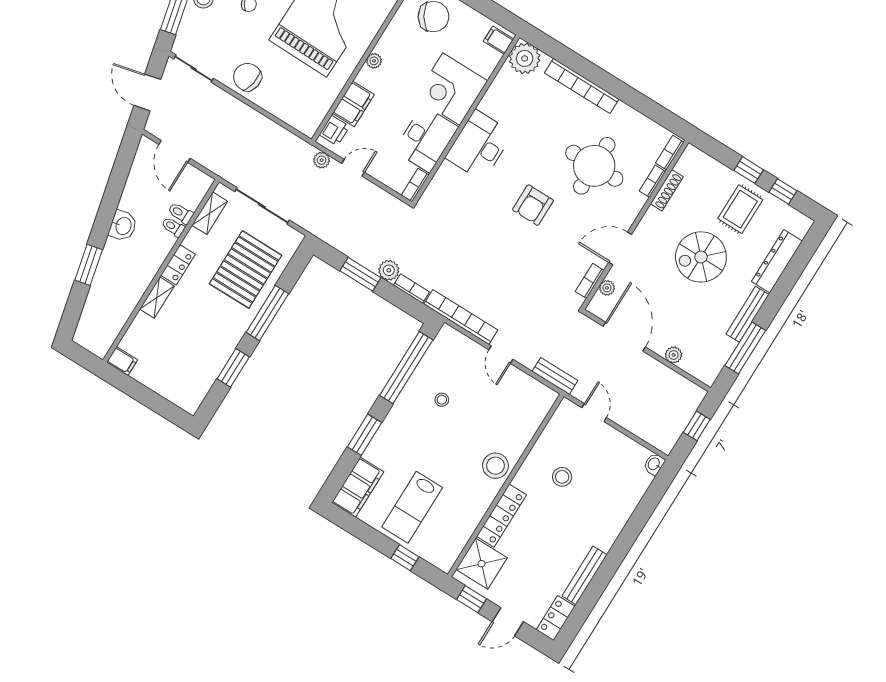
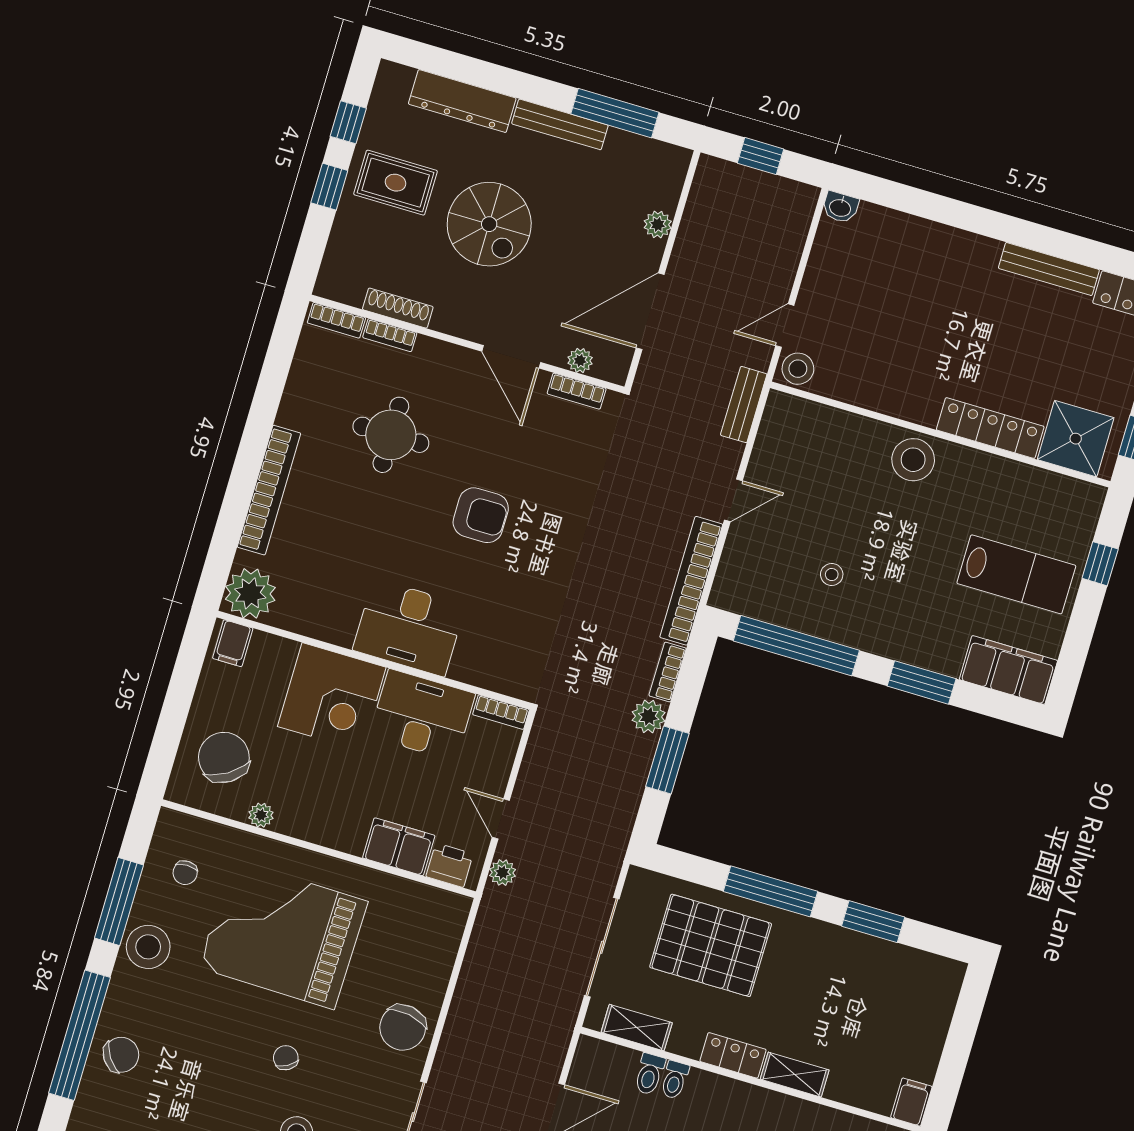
plant: (374, 61) -> (261, 815), moved
round table: (594, 166) -> (391, 435), width x0.73, depth x0.73
stool: (562, 477) -> (798, 369), moved

